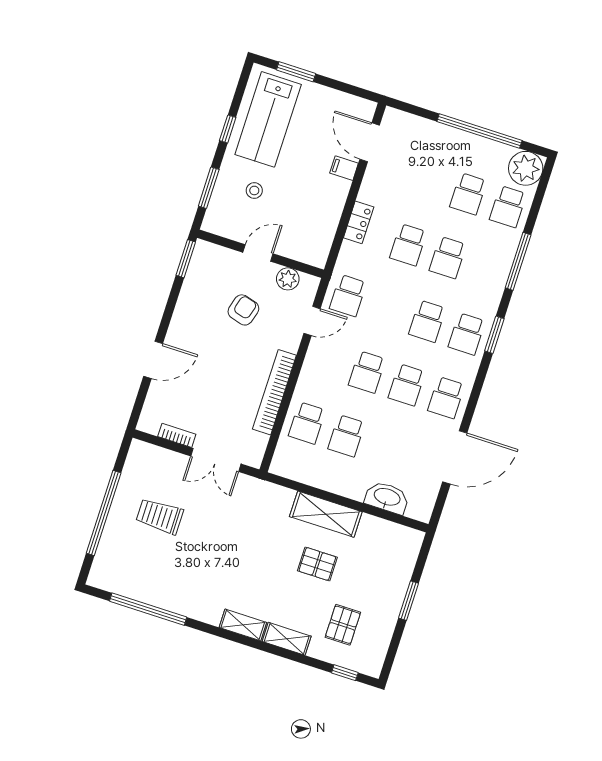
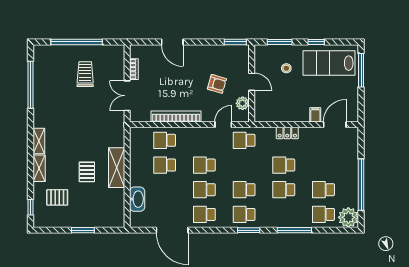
window: (296, 72) -> (361, 70), width x1.44
door: (312, 321) -> (223, 125), swing flipped

